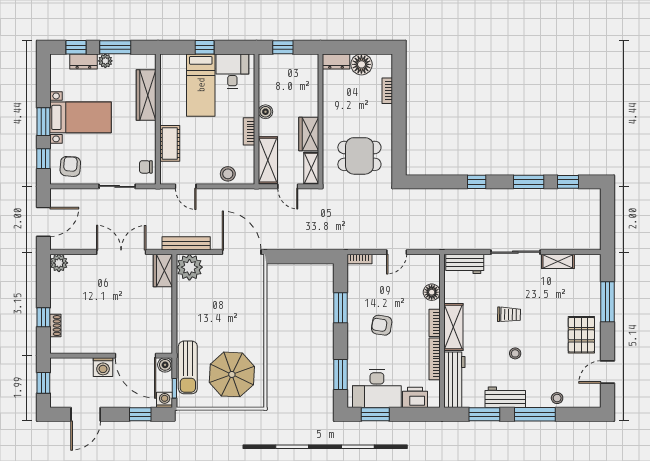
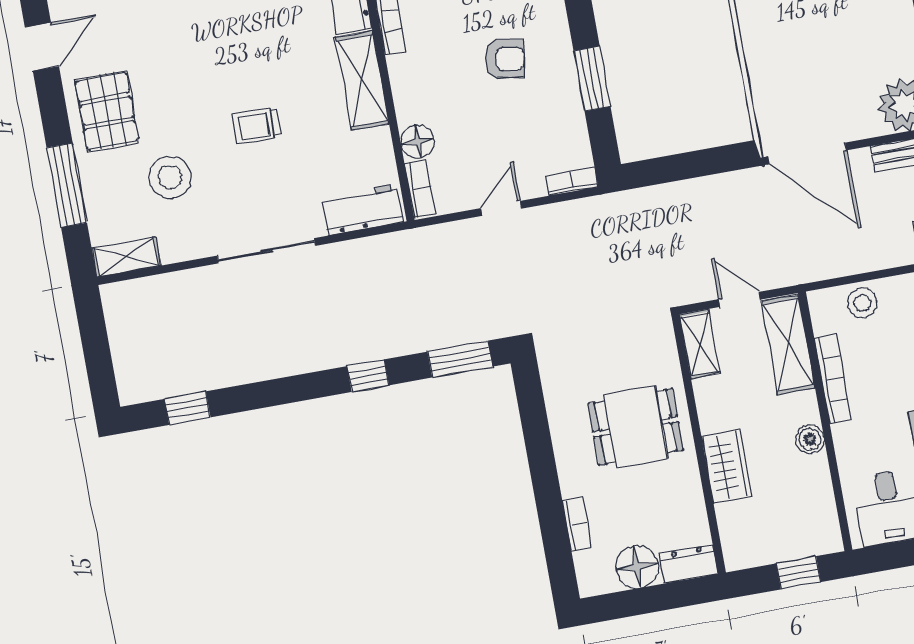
bookcase: (249, 131) -> (833, 379), width x1.56
wardrobe: (309, 134) -> (727, 466), moved
dining table: (359, 156) -> (636, 427), moved
window: (529, 182) -> (460, 359), moved
shelving: (558, 261) -> (126, 257), moved
bookcase: (435, 323) -> (420, 189), moved
stool: (515, 353) -> (170, 177), moved, width x1.89, depth x1.89

